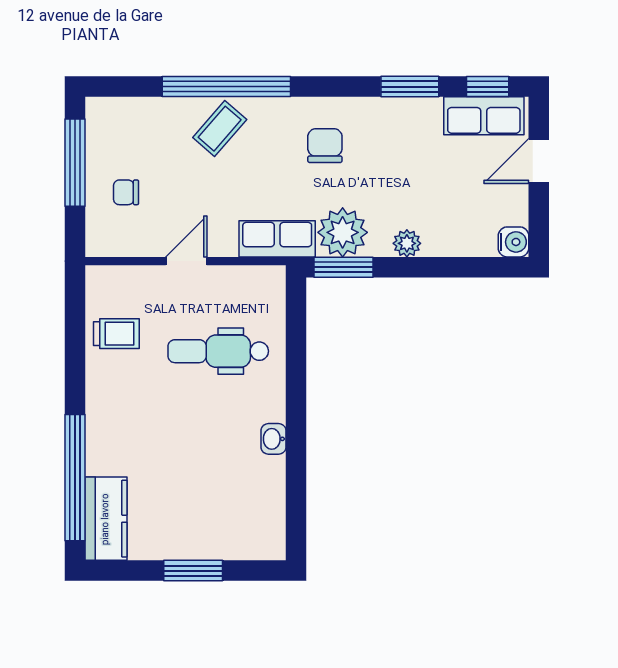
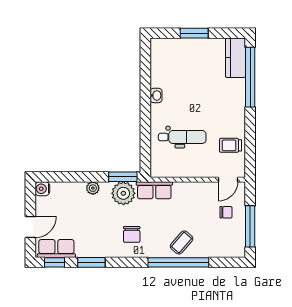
door: (186, 261) -> (228, 180), moved

